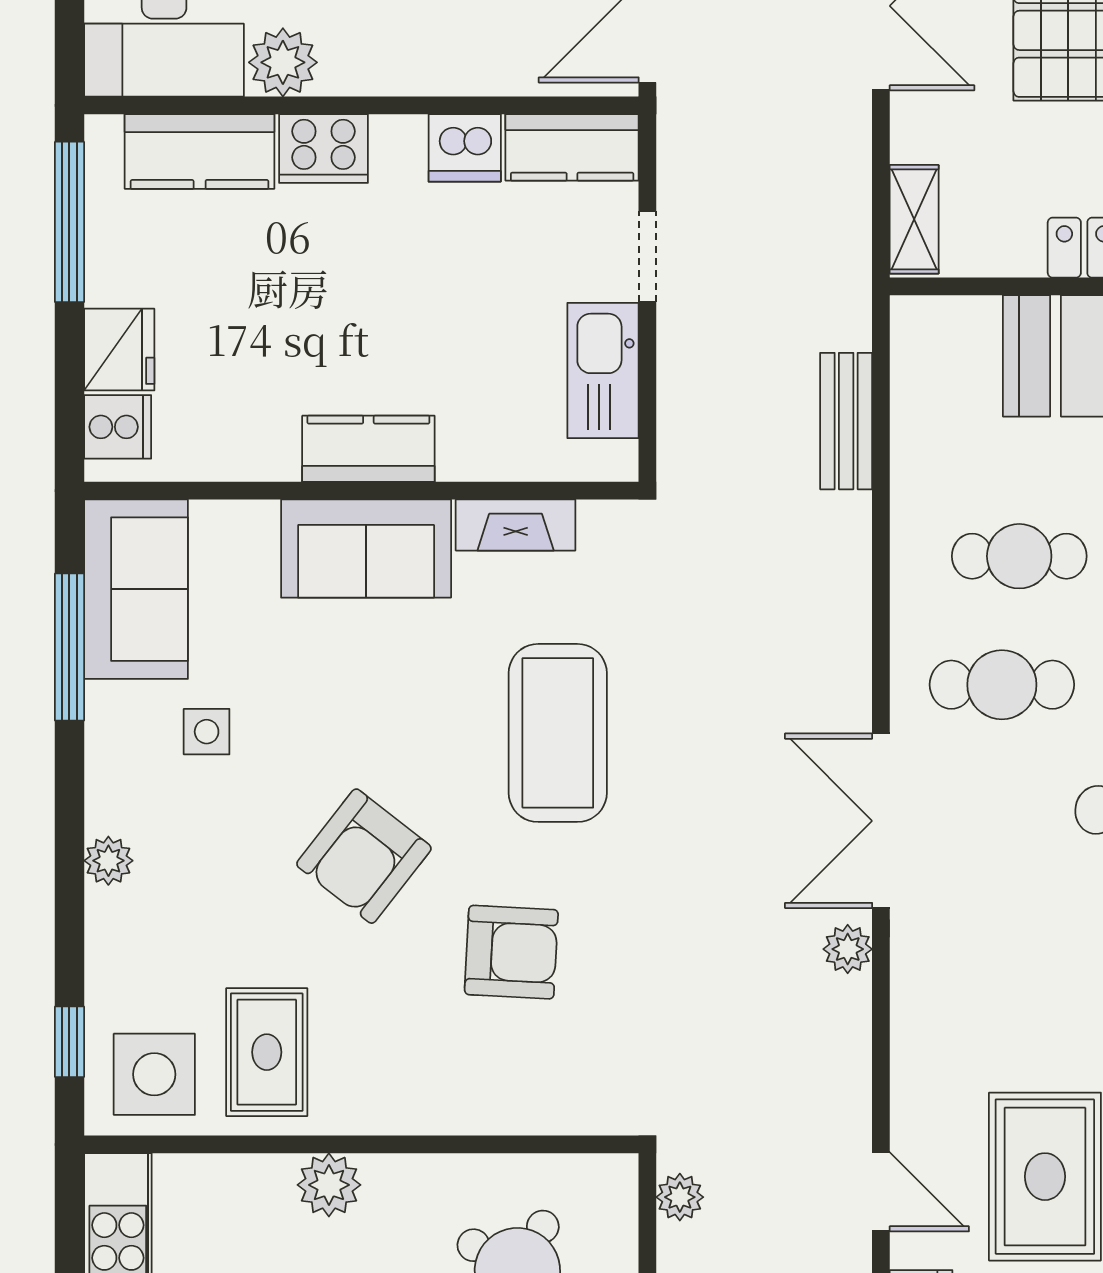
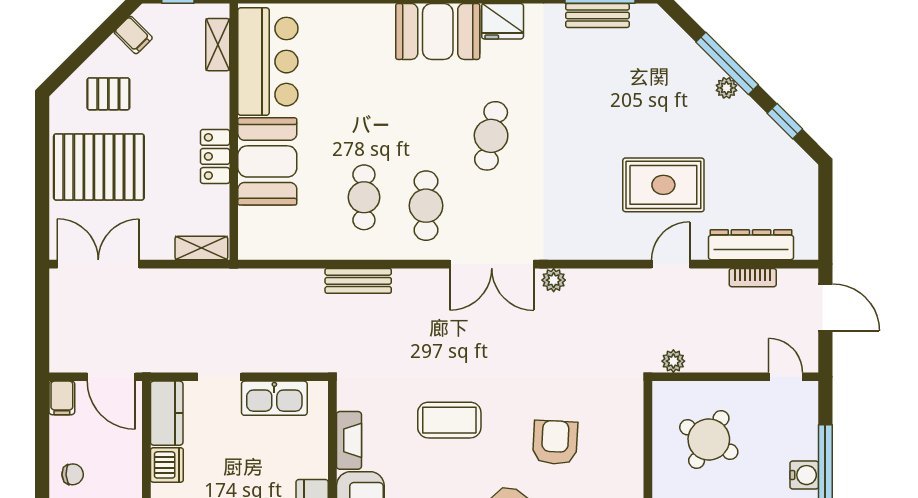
bench: (846, 421) -> (358, 281), moved
coffee table: (558, 733) -> (449, 420), width x0.73, depth x0.76

